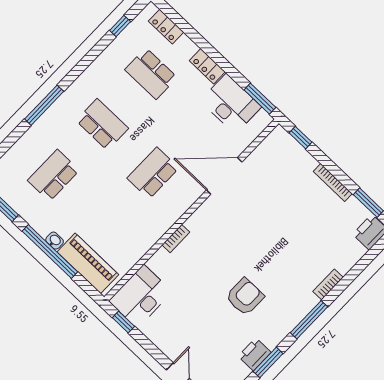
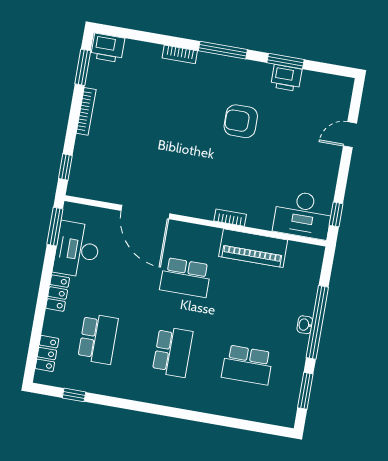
window: (44, 105) -> (190, 415), removed
school desk: (102, 124) -> (173, 352), turned 180
piano: (88, 263) -> (253, 248), moved, turned -90

